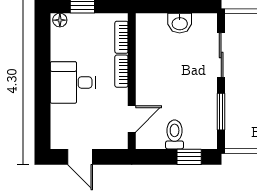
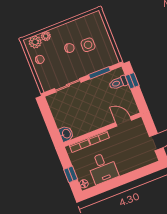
washbasin: (180, 23) -> (66, 134), moved
desk: (73, 82) -> (103, 168), moved
toilet: (175, 134) -> (118, 83), moved

